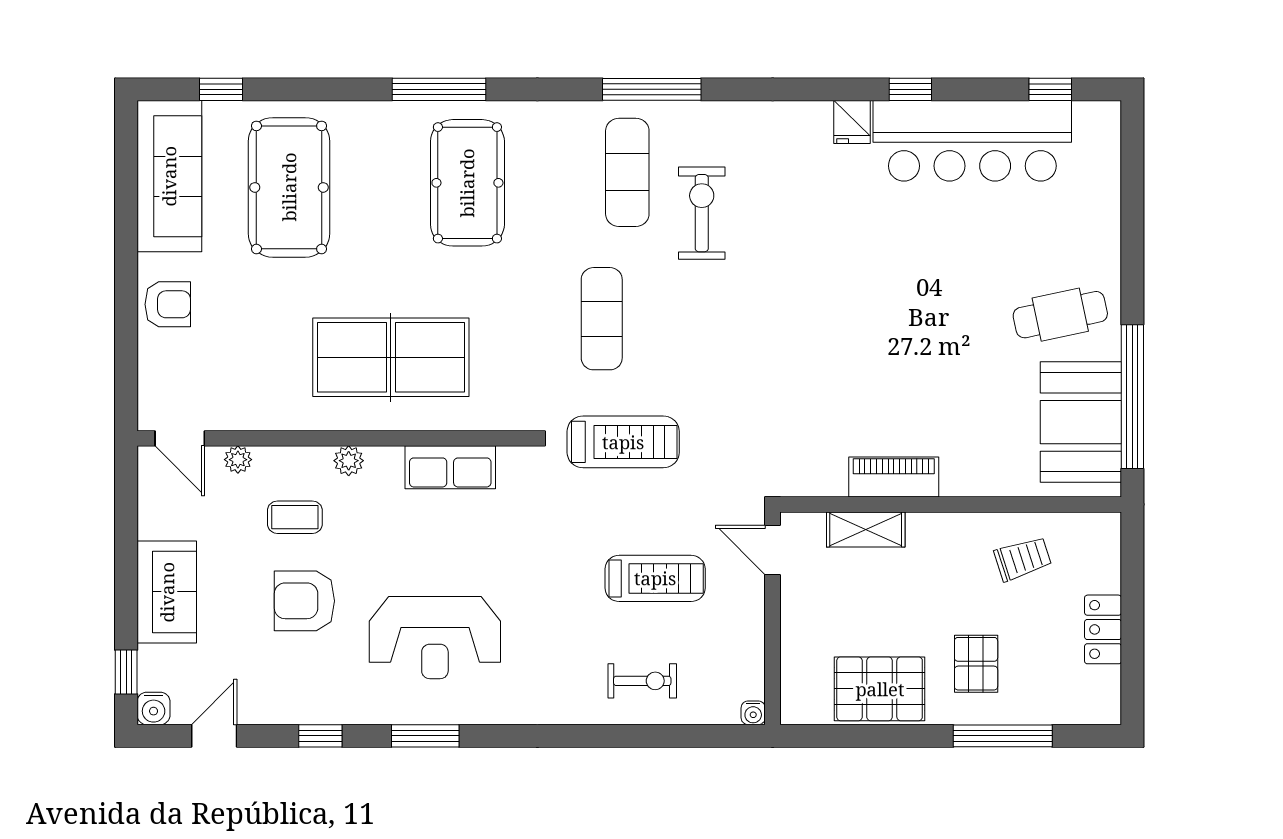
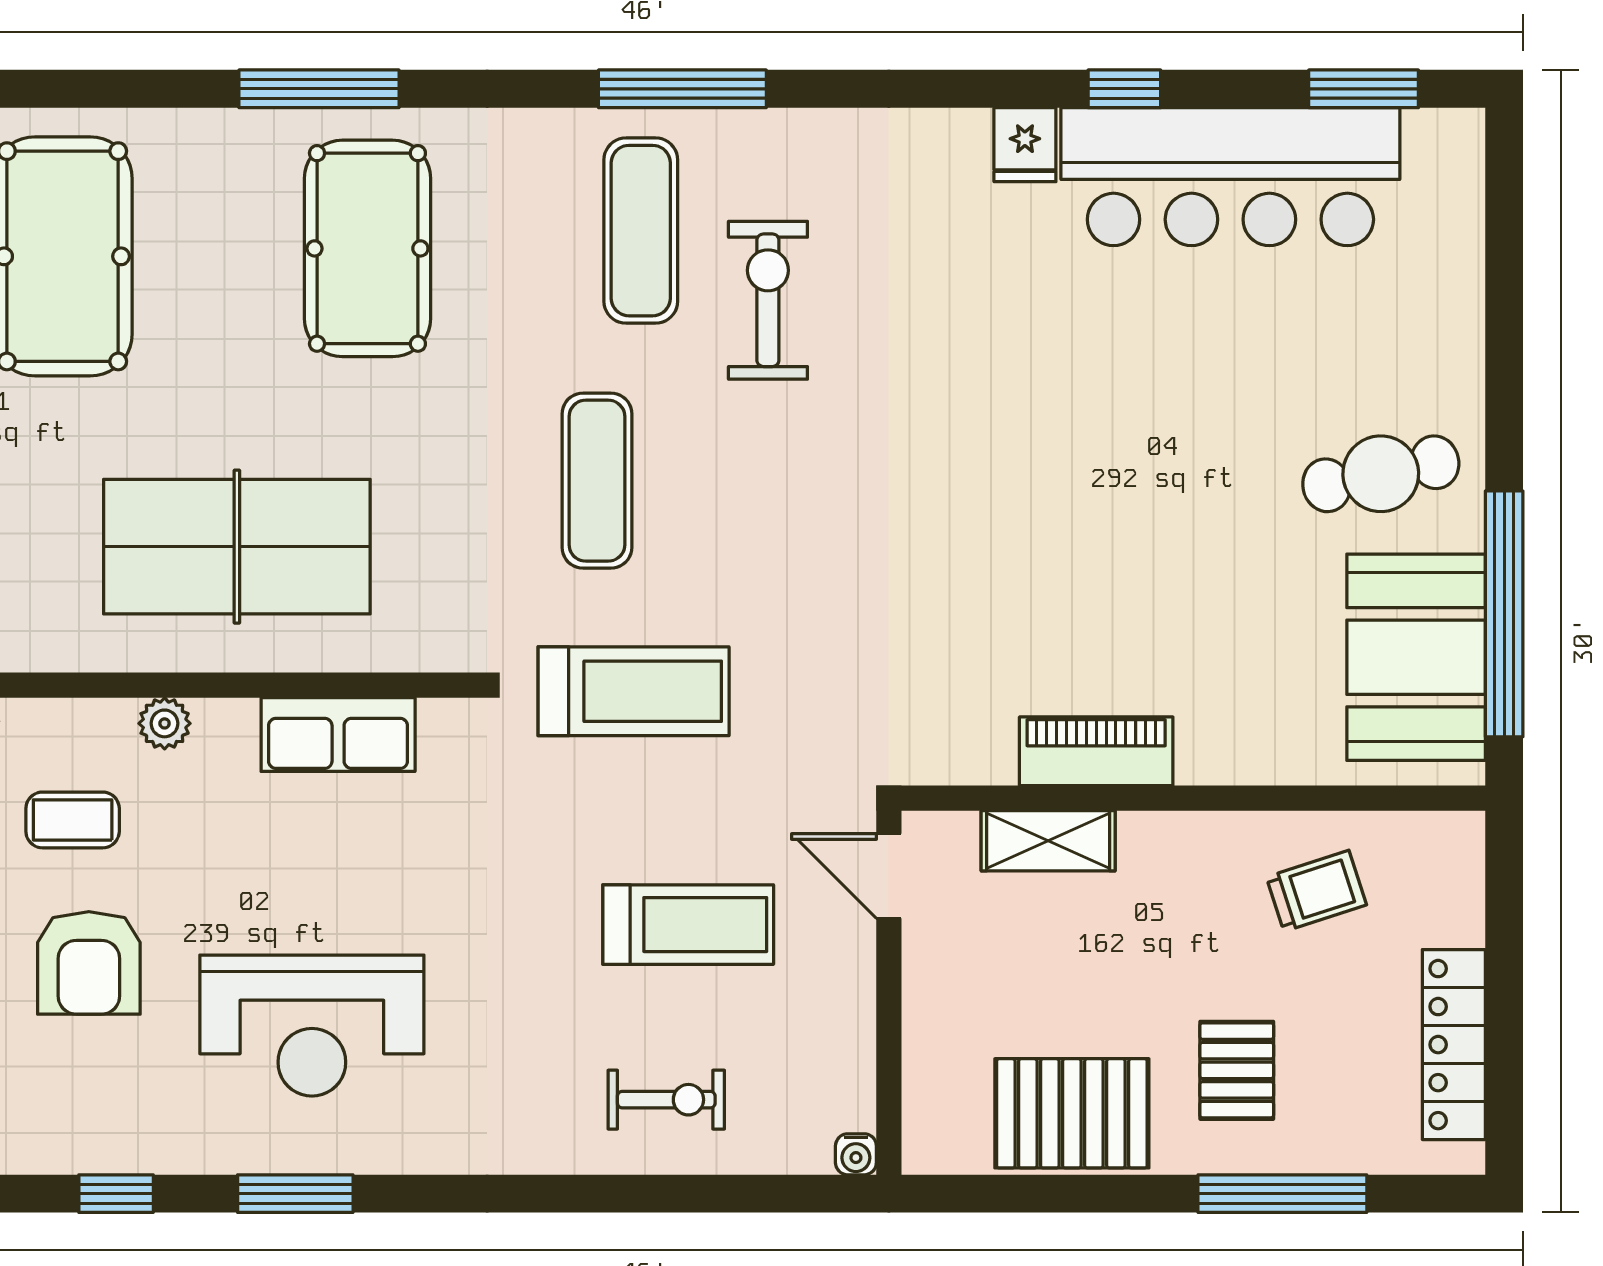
window: (1050, 89) -> (1364, 89), width x1.50
armchair: (304, 601) -> (89, 963), turned -90
locker: (1103, 629) -> (1454, 1045), width x1.53

